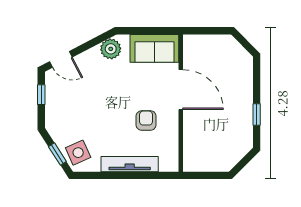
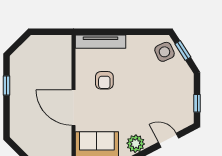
door: (61, 59) -> (169, 140), moved
tv unit: (130, 164) -> (101, 42), moved

